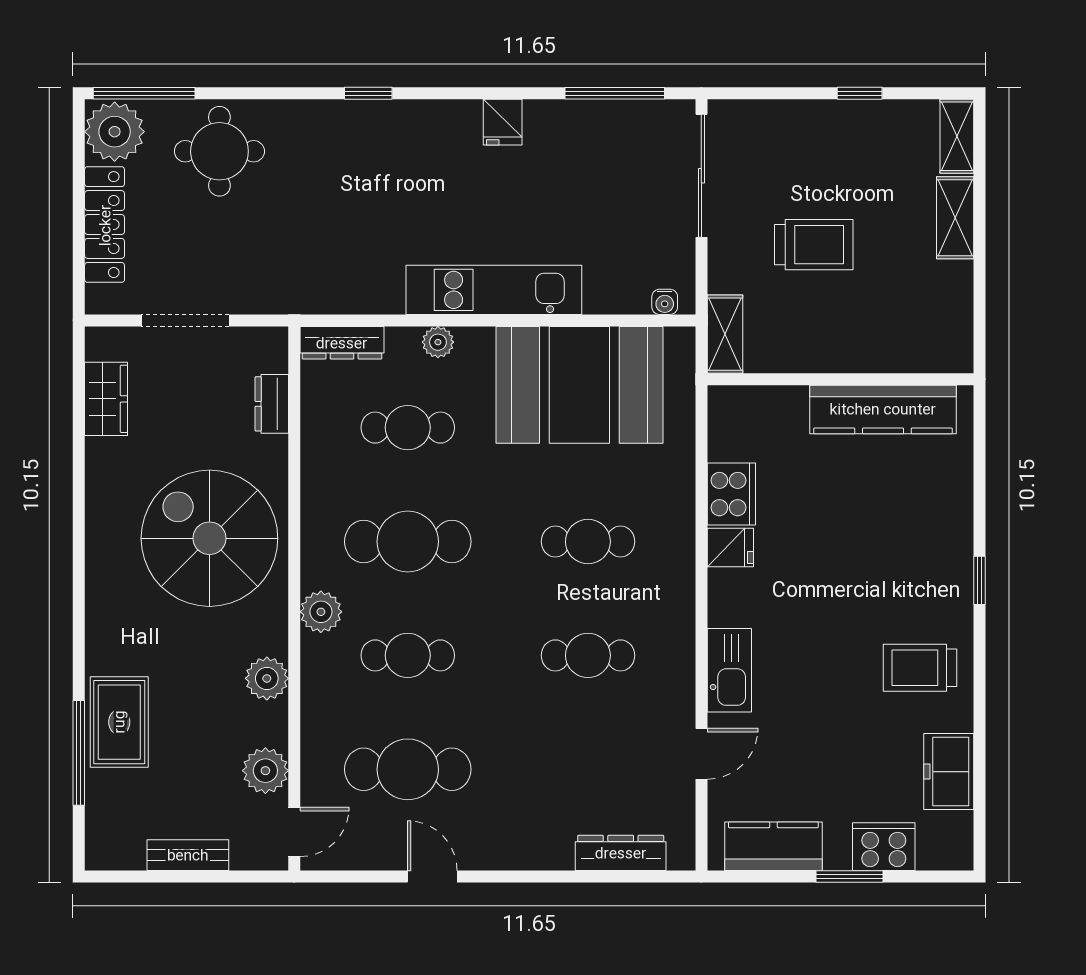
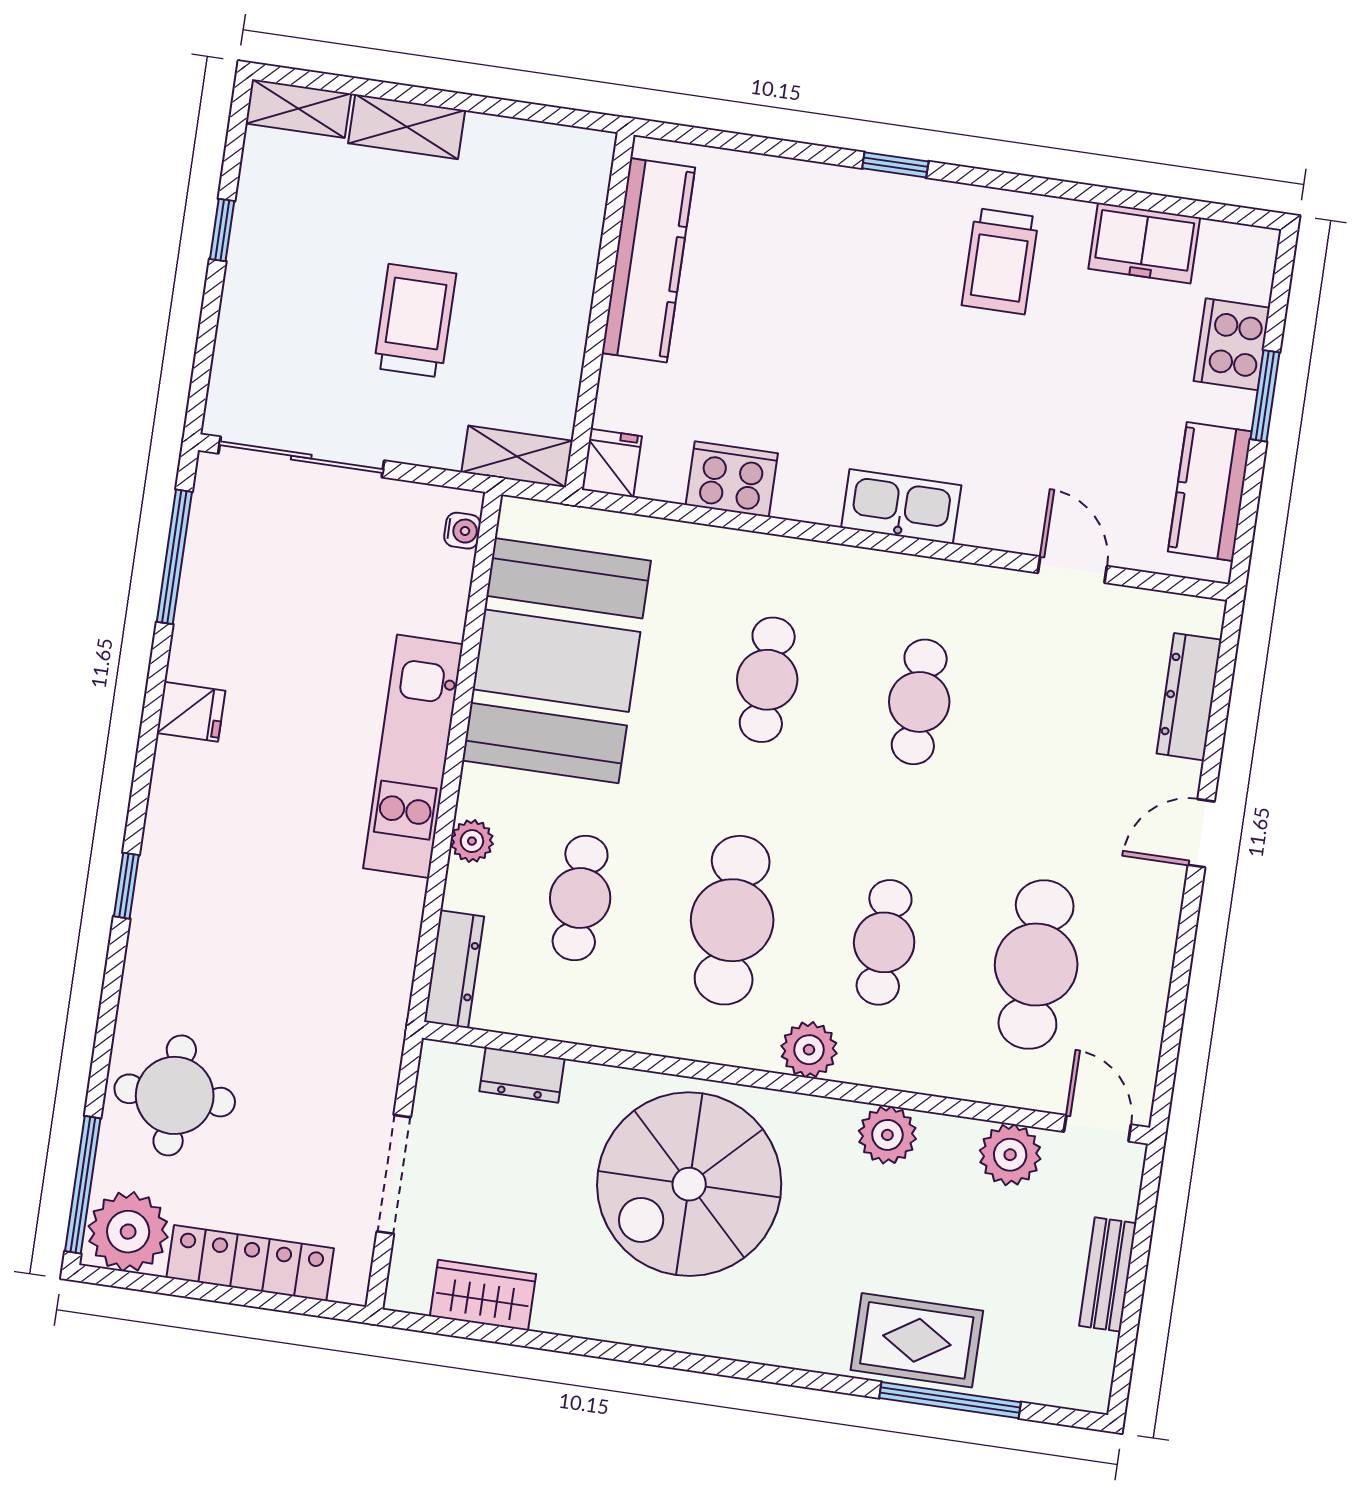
fridge: (730, 547) -> (612, 463), moved
kitchen sink: (729, 670) -> (901, 507), moved
door: (432, 876) -> (1201, 833), moved

